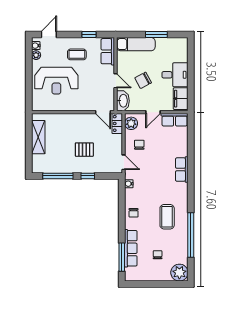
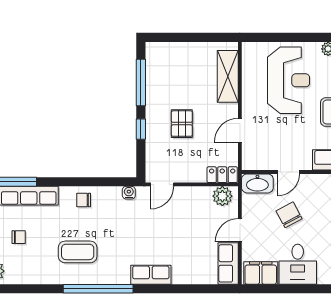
reception desk: (56, 81) -> (289, 80), turned 180
door: (103, 112) -> (240, 130), moved
door: (153, 112) -> (240, 230), hinge flipped
shelving: (38, 137) -> (228, 76), moved, turned 90
chair: (139, 145) -> (189, 209), removed
window: (191, 235) -> (98, 289), moved

